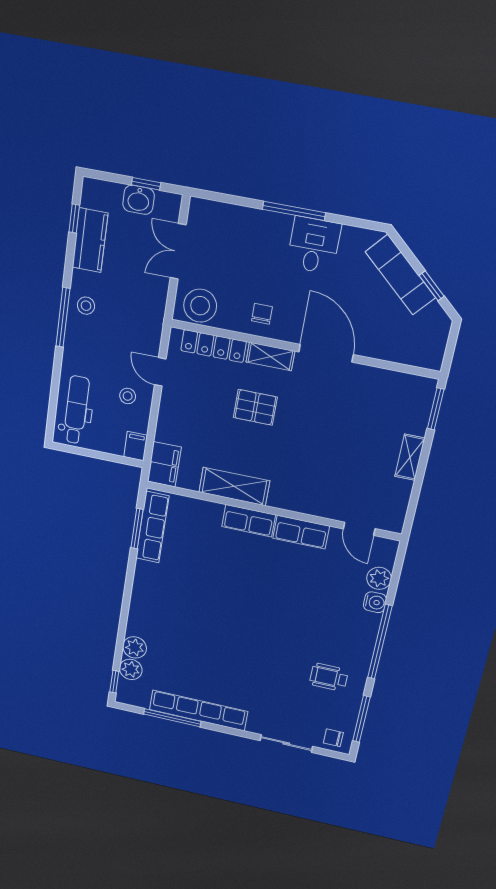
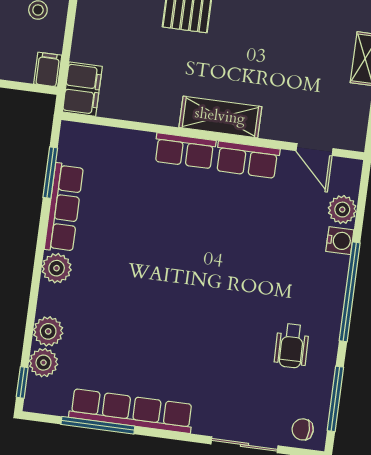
shelving: (234, 486) -> (220, 117), moved
row of seats: (152, 527) -> (64, 208), moved
plant: (142, 602) -> (57, 268), added
wheelchair: (329, 677) -> (292, 346), turned -91

